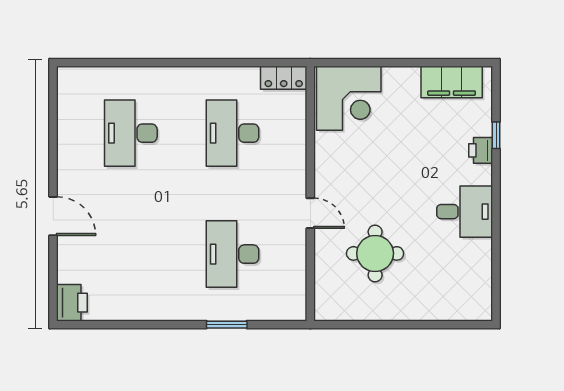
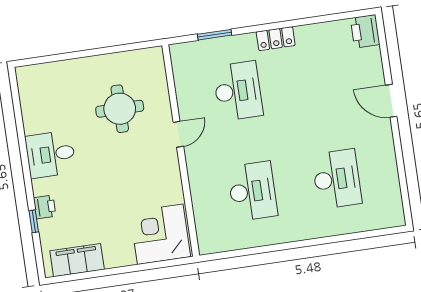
locker: (284, 78) -> (276, 39), moved, turned 180
door: (310, 213) -> (178, 134), swing flipped
window: (227, 325) -> (215, 35), moved

